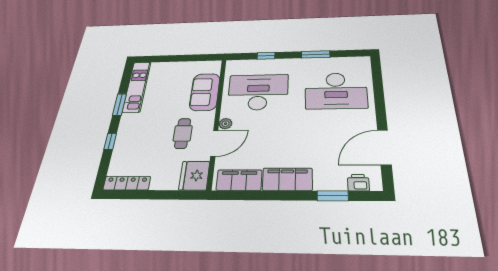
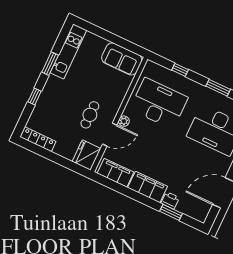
sofa: (205, 92) -> (122, 59), moved, turned -90
printer: (358, 183) -> (170, 200), moved

